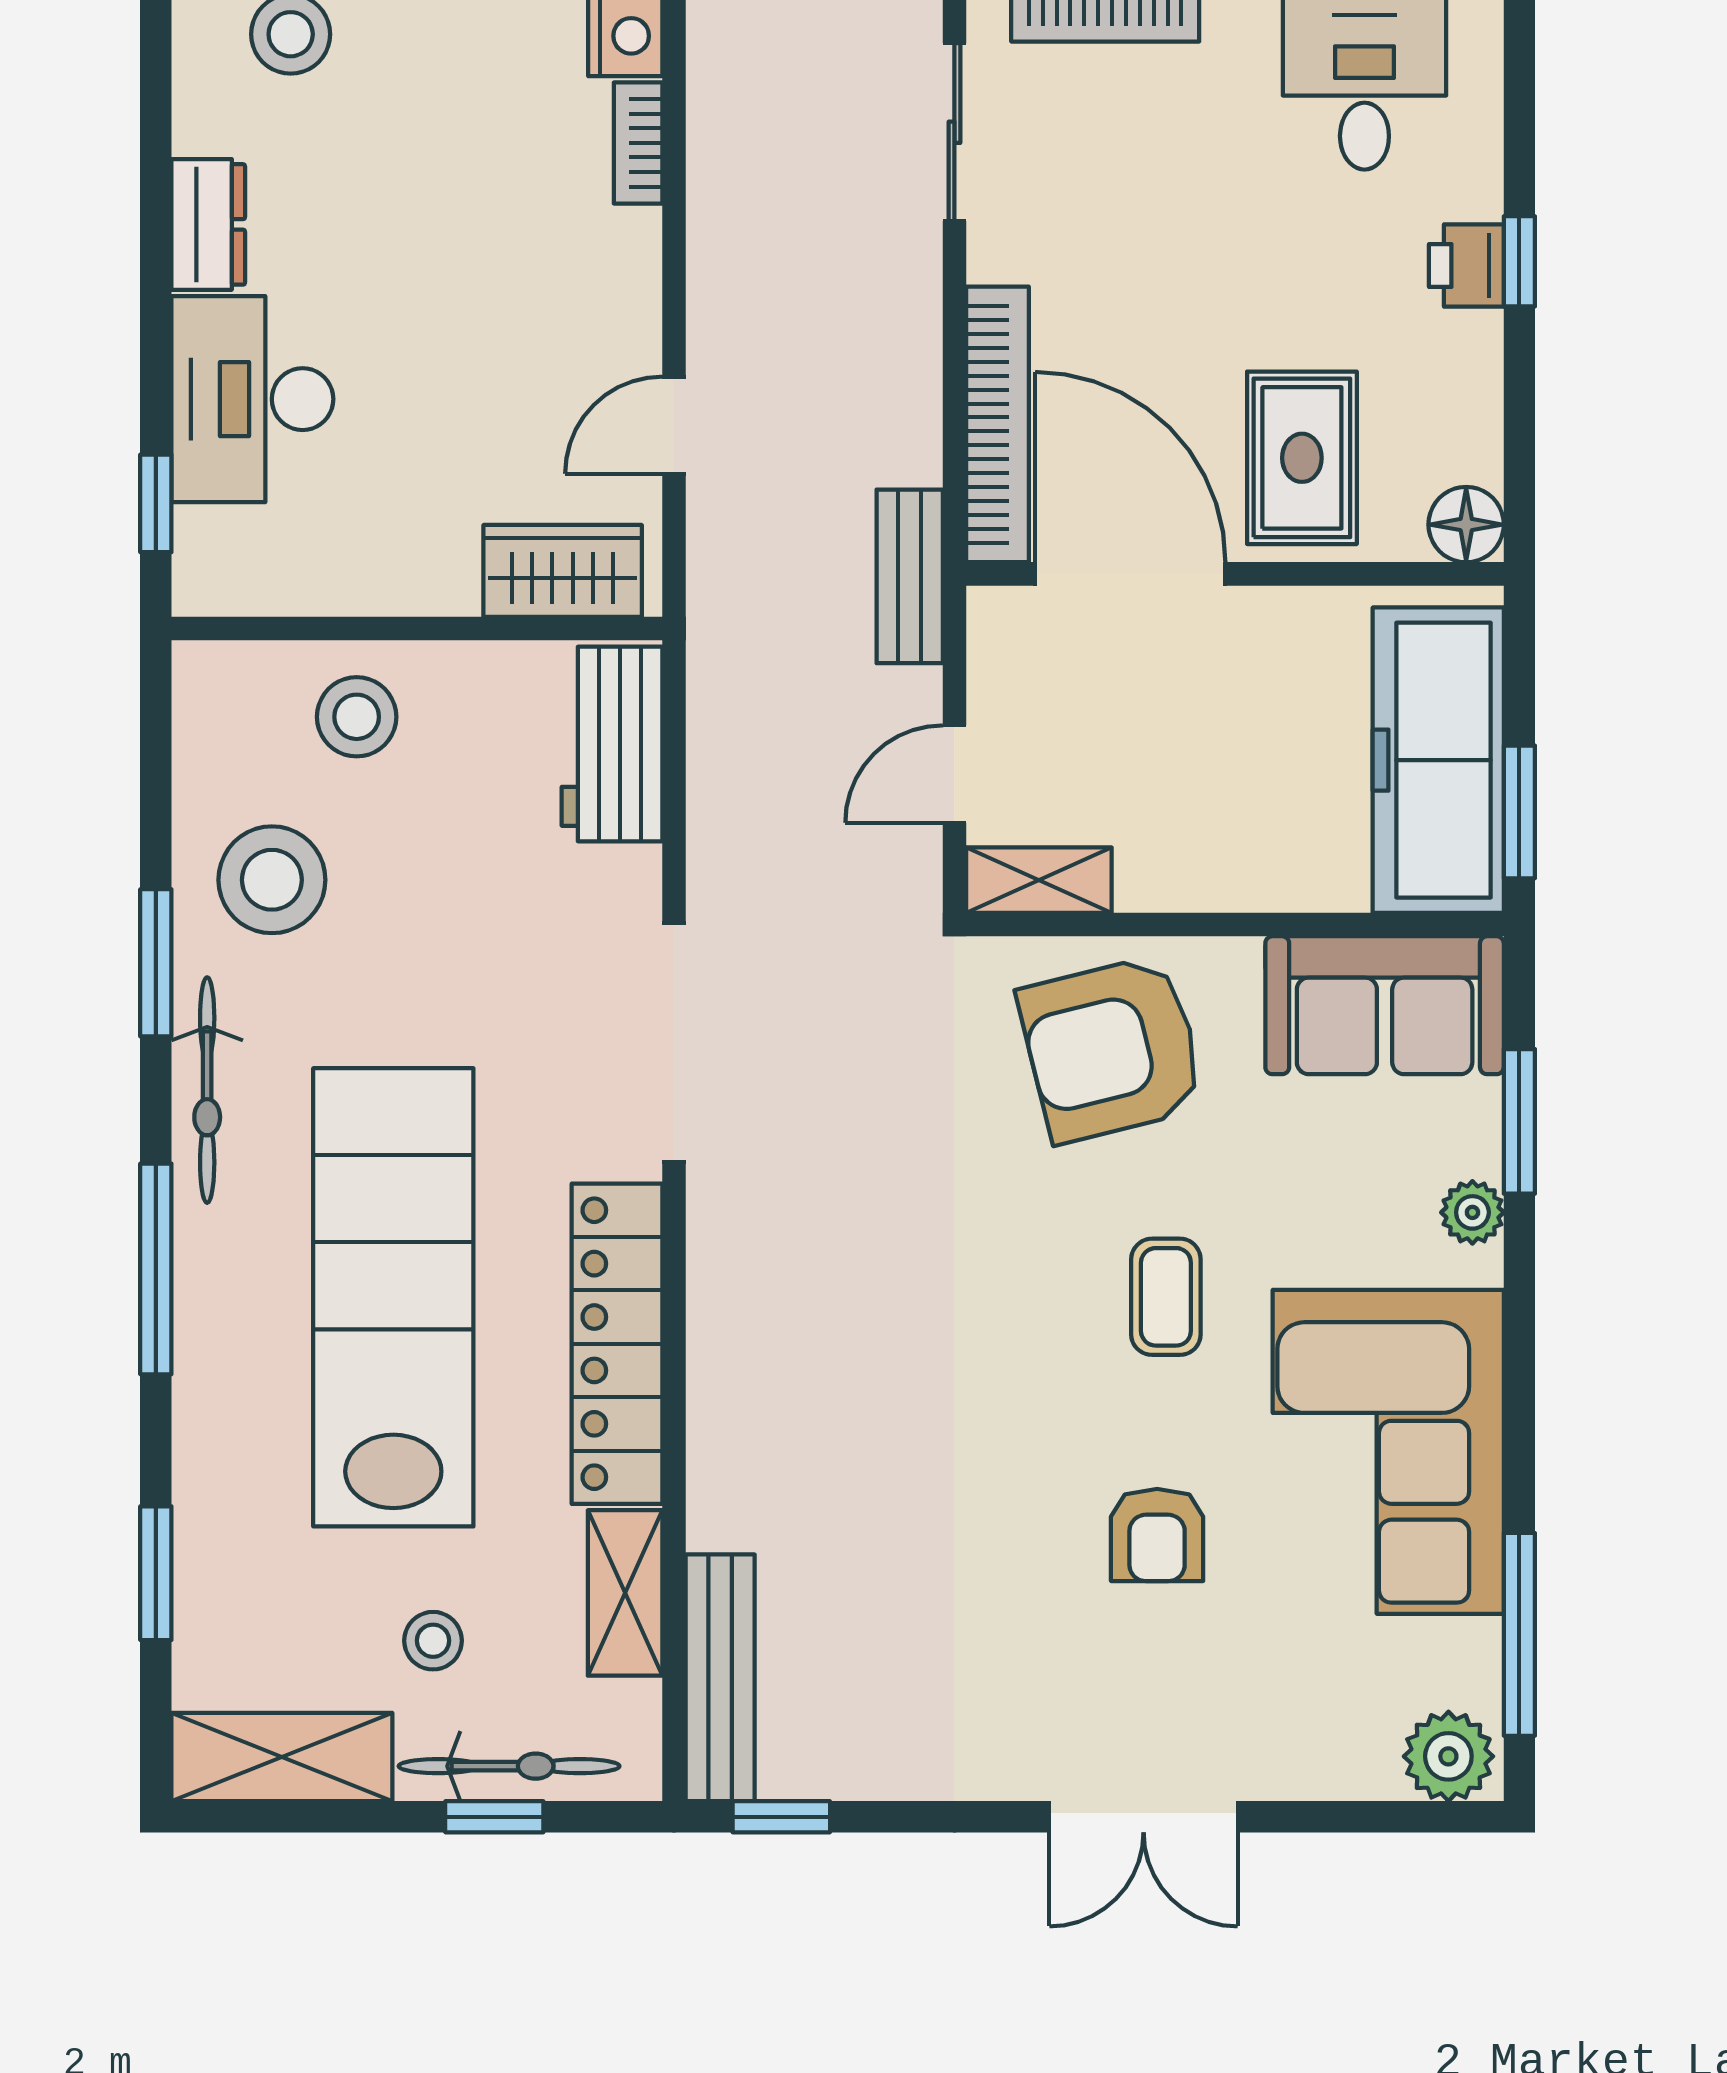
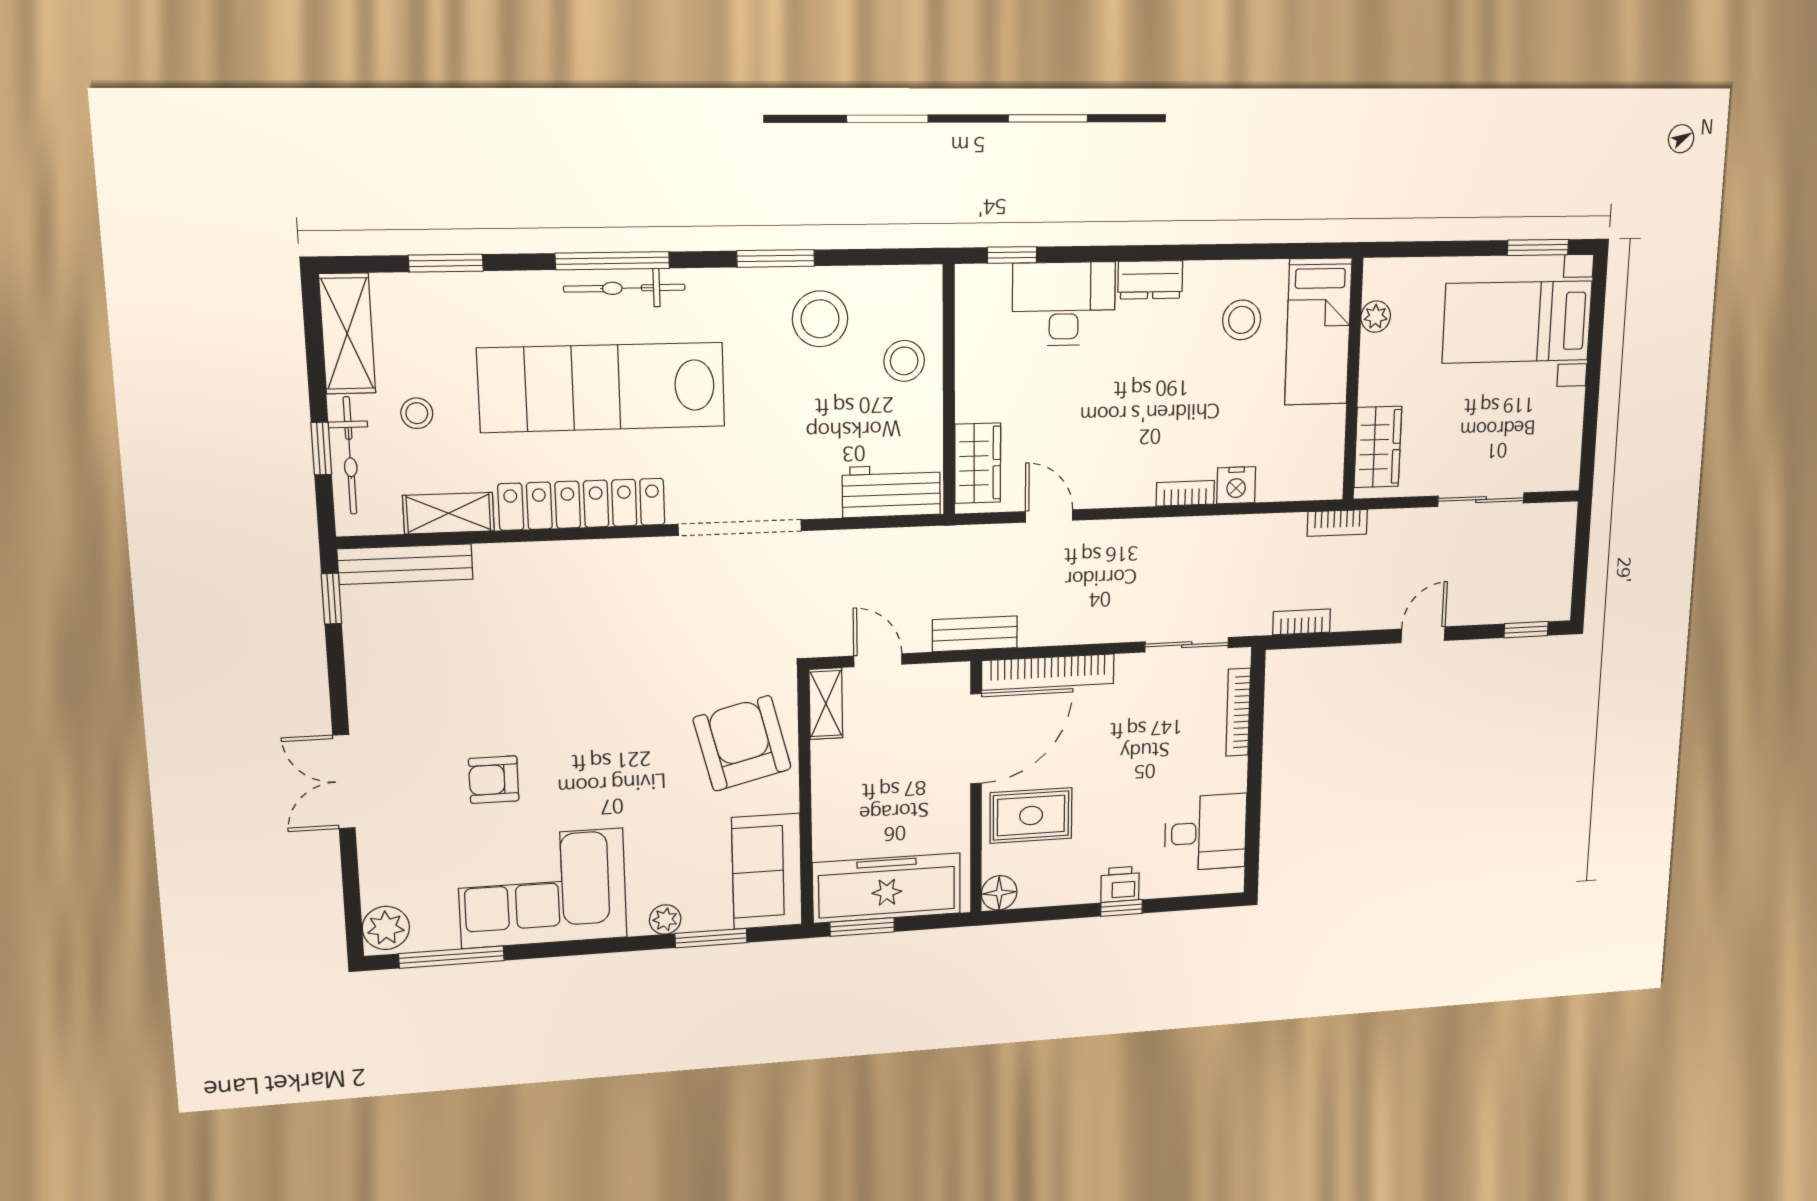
bicycle: (207, 1090) -> (624, 288), moved
lab bench: (393, 1297) -> (602, 387), turned 180
coffee table: (1166, 1297) -> (617, 777), removed

